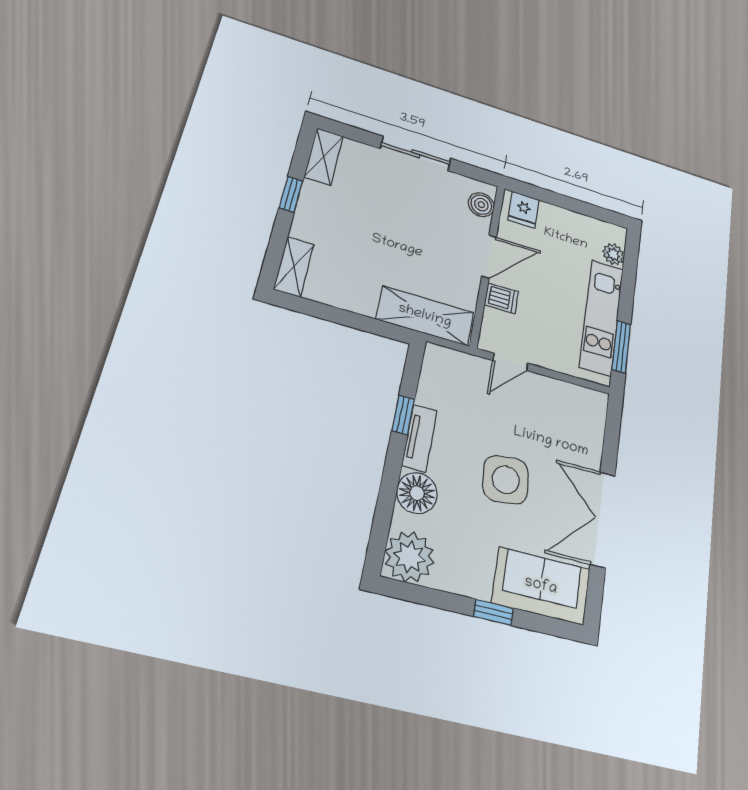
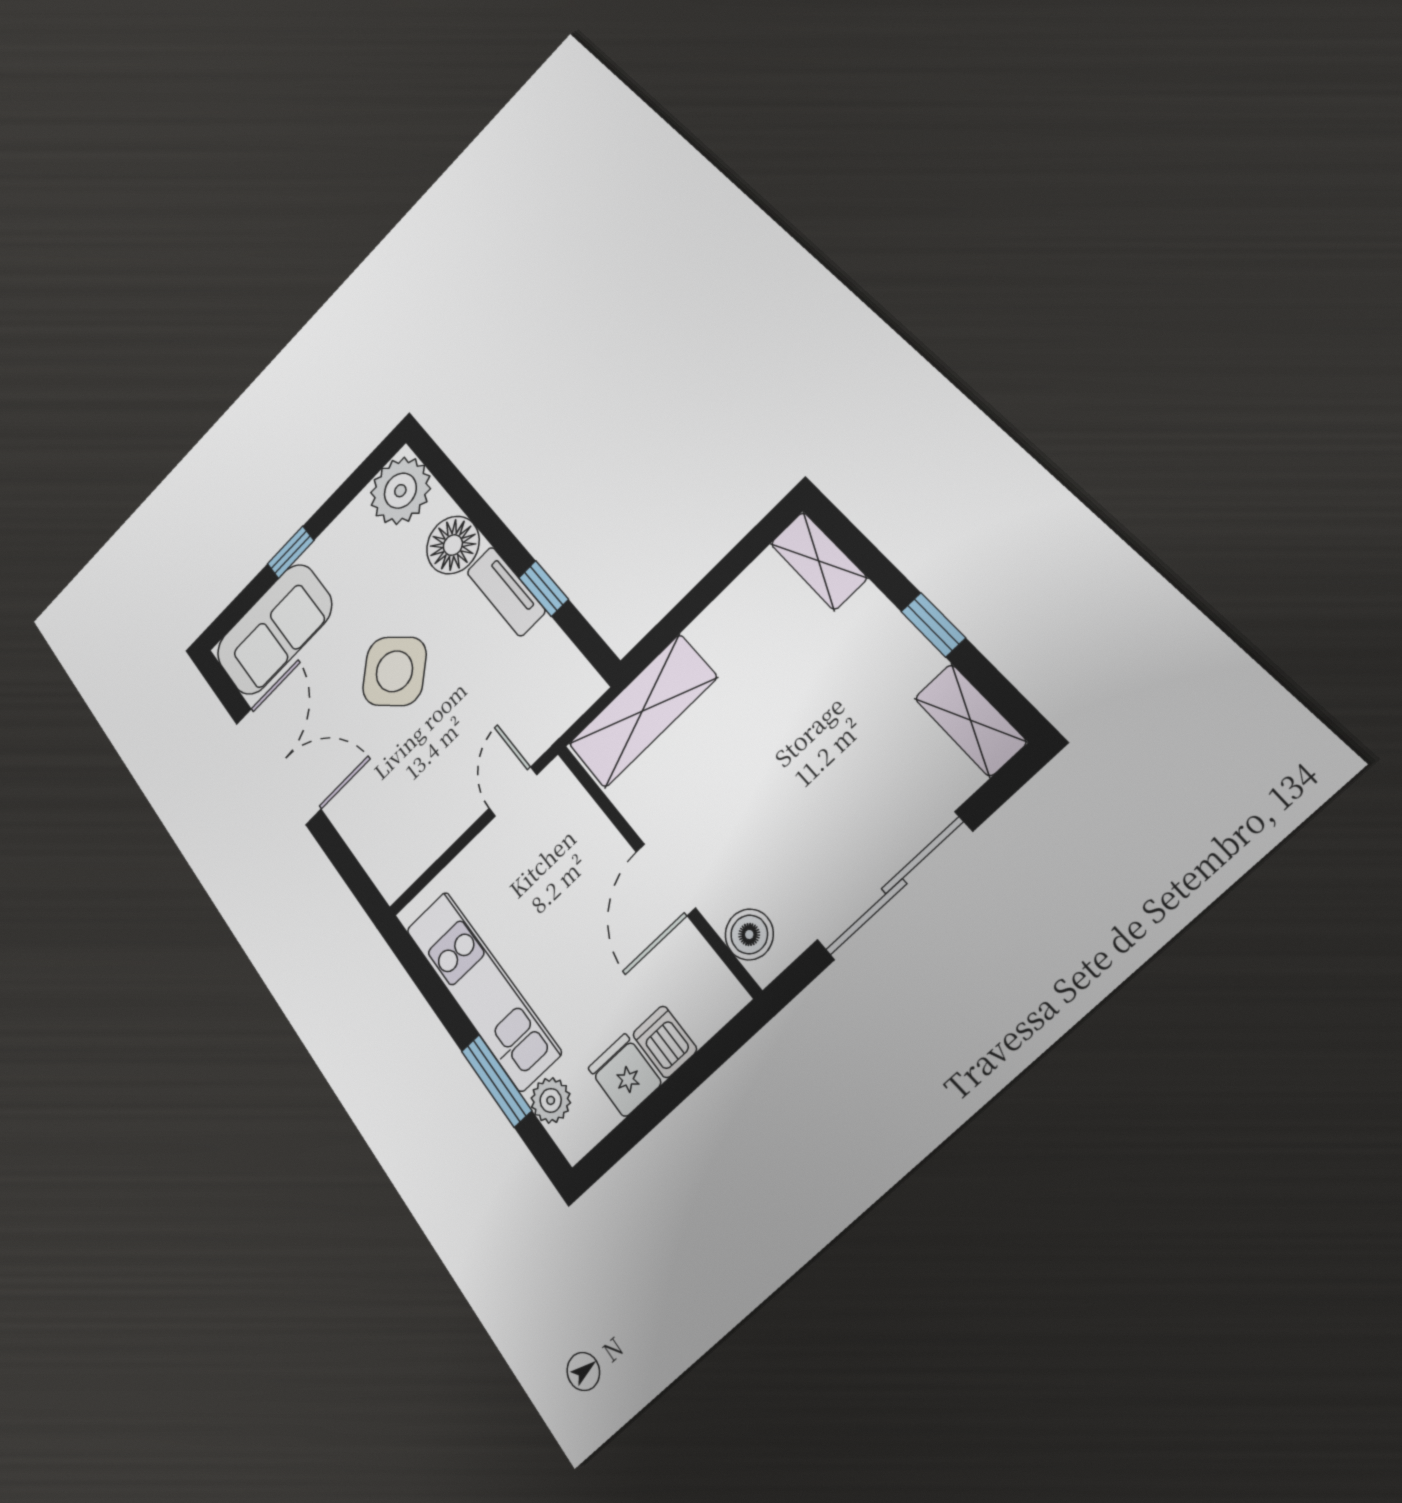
sliding door: (416, 154) -> (894, 886), width x1.37
fridge: (524, 210) -> (625, 1075), moved
dishwasher: (501, 298) -> (665, 1042), moved, turned 90
window: (621, 347) -> (496, 1081), moved
side table: (506, 480) -> (394, 671), turned -37

